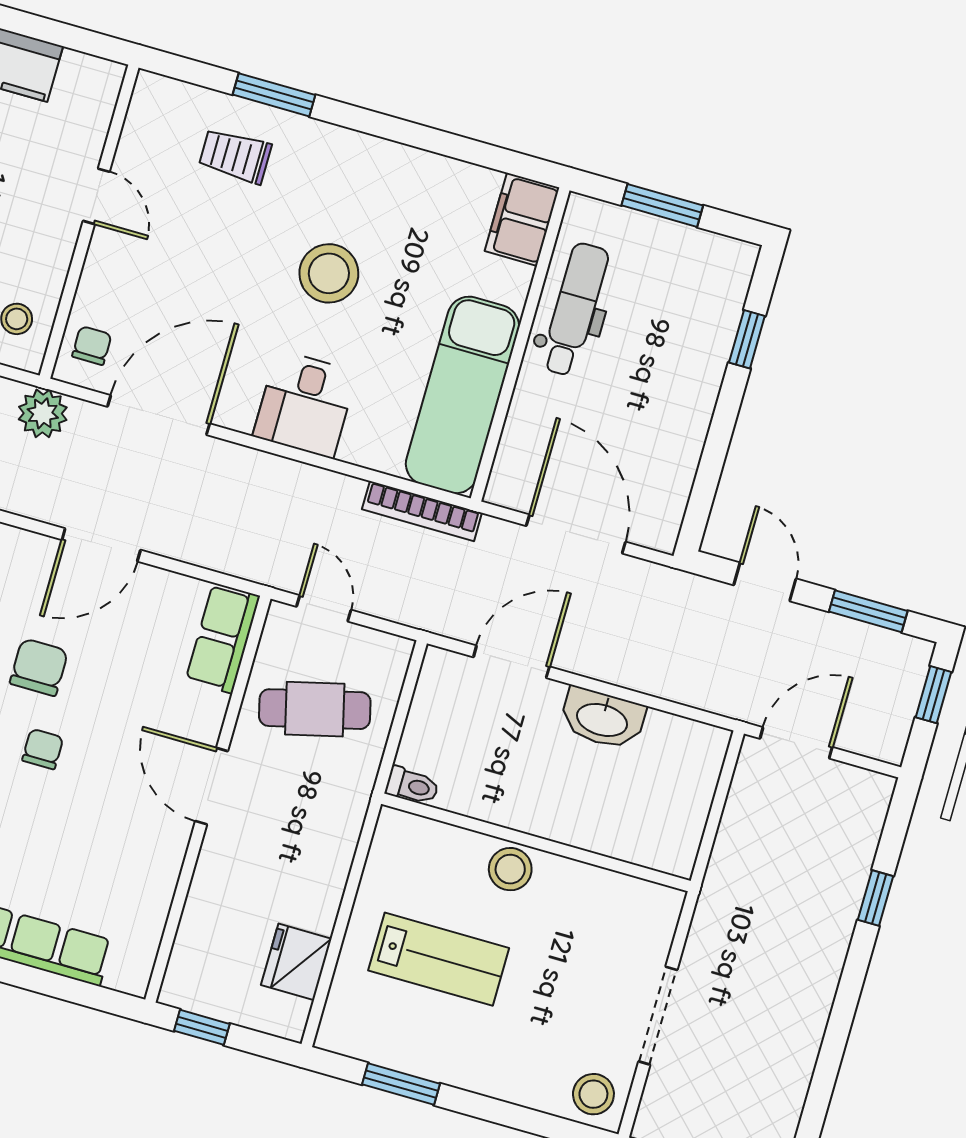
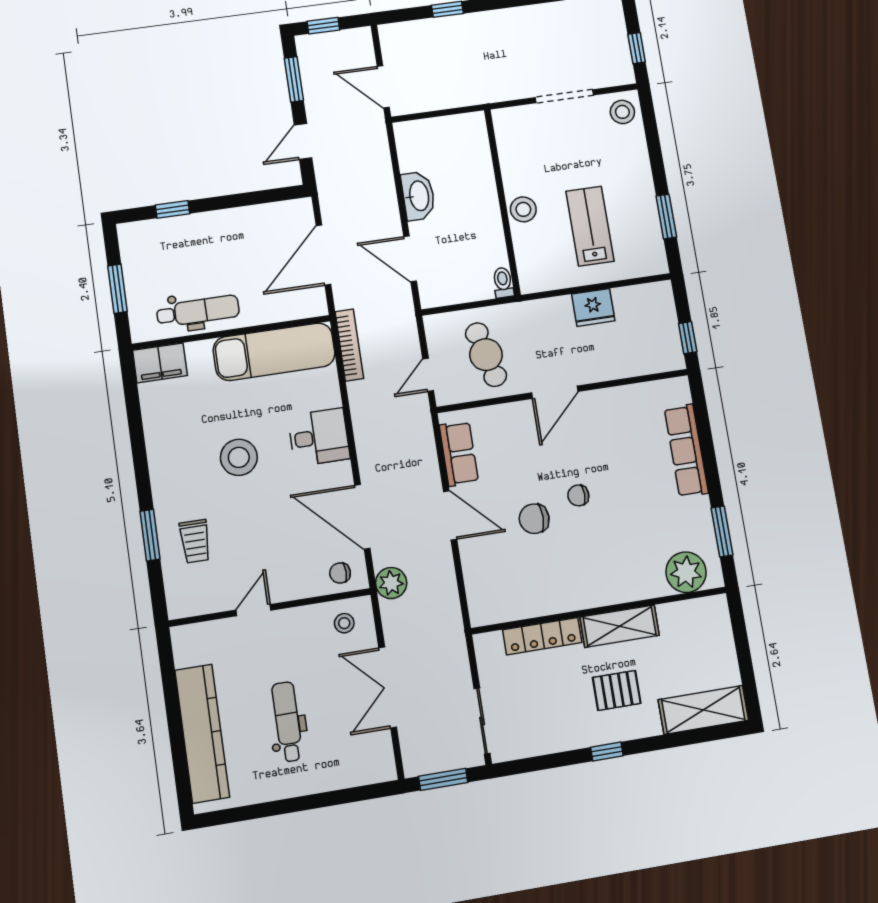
dental chair: (575, 309) -> (198, 311), turned 180
row of seats: (223, 638) -> (459, 454), moved, turned -90
fridge: (296, 962) -> (593, 307), moved

